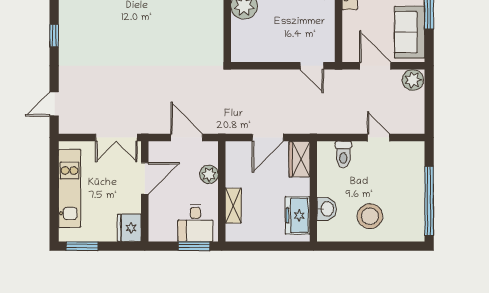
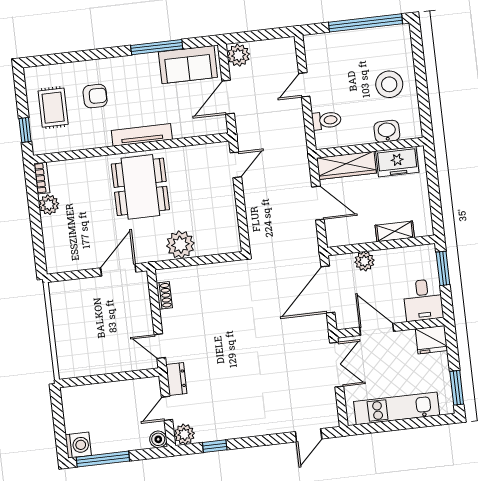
window: (54, 36) -> (215, 446), moved
door: (54, 104) -> (309, 435), hinge flipped
door: (187, 138) -> (328, 289), width x1.36
wardrobe: (299, 159) -> (347, 165), width x1.50
desk: (195, 223) -> (423, 300), moved, turned 90

